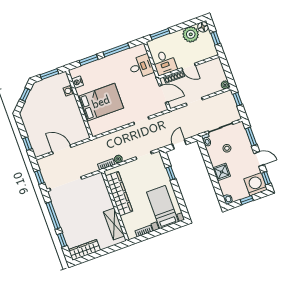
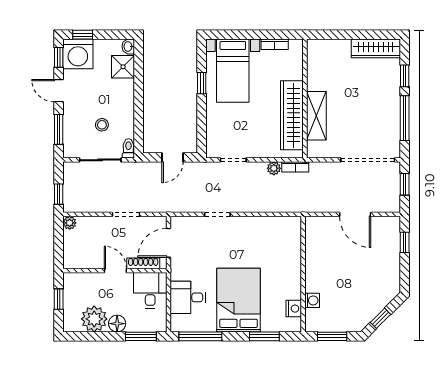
floor lamp: (203, 27) -> (117, 324), moved
window: (116, 50) -> (200, 336), moved
door: (164, 94) -> (168, 243), hinge flipped
bed: (101, 102) -> (239, 300), moved, turned 90
shower: (222, 172) -> (123, 67), moved
window: (171, 173) -> (202, 83), moved
window: (247, 200) -> (83, 35), moved
shelving: (114, 224) -> (316, 116), moved

